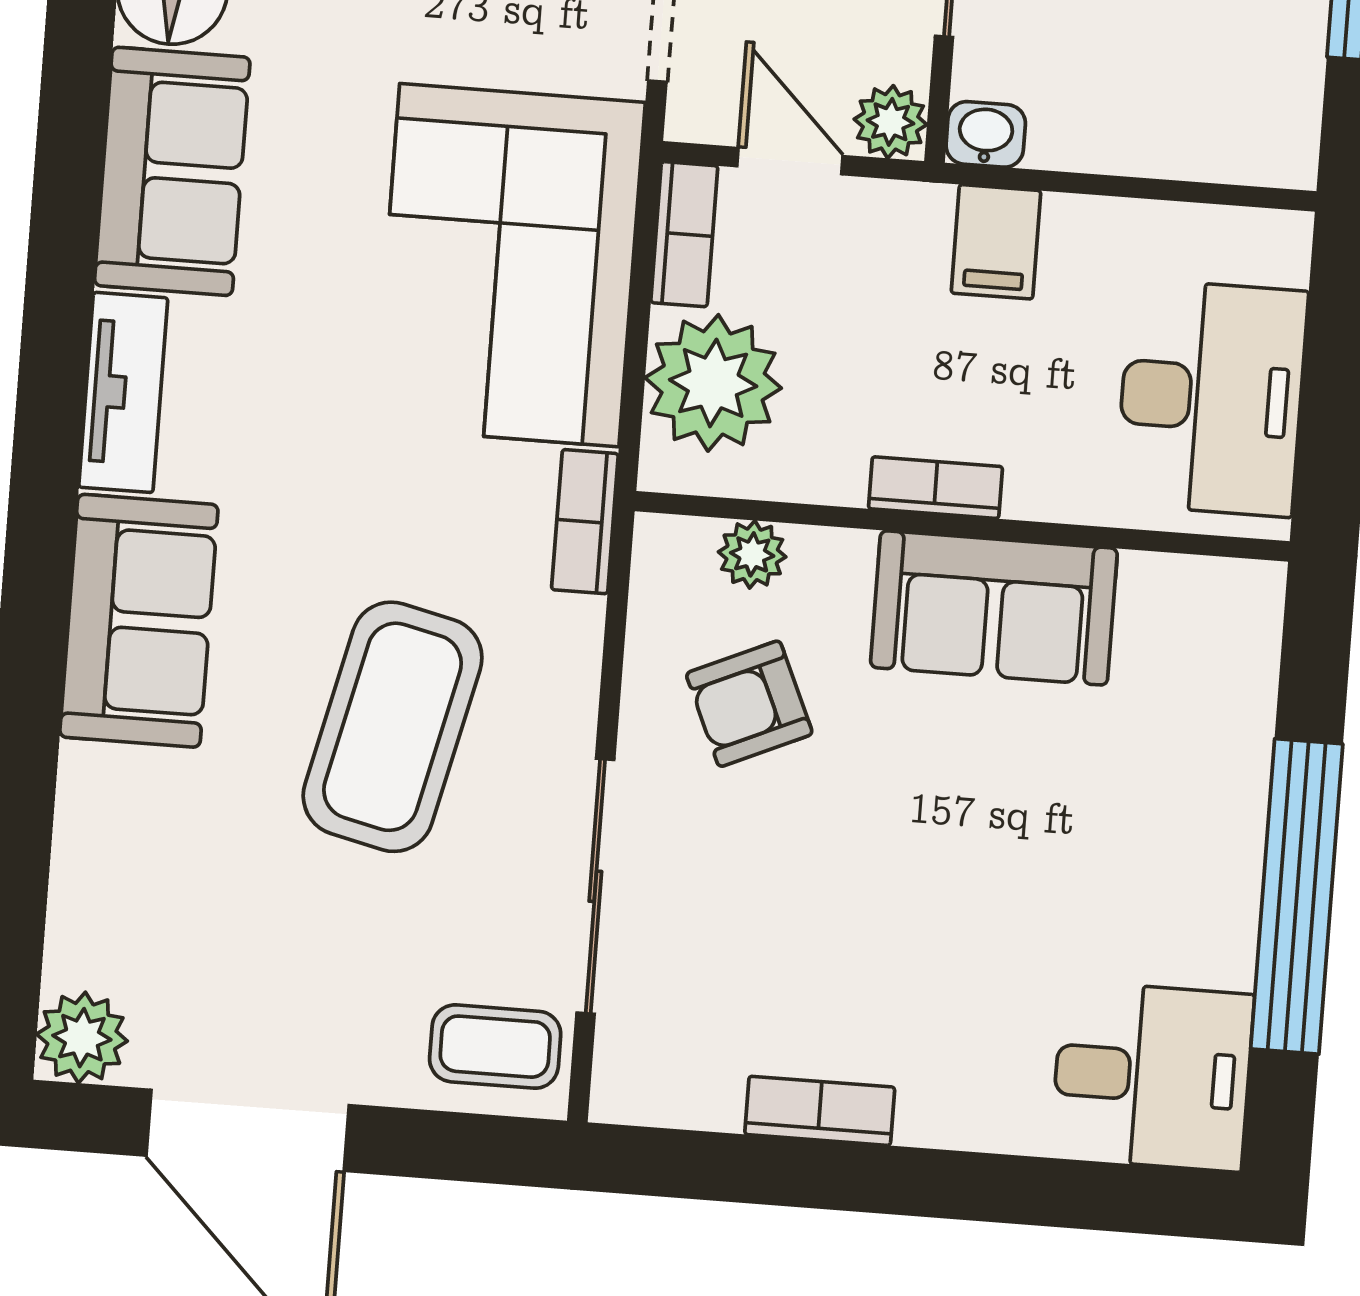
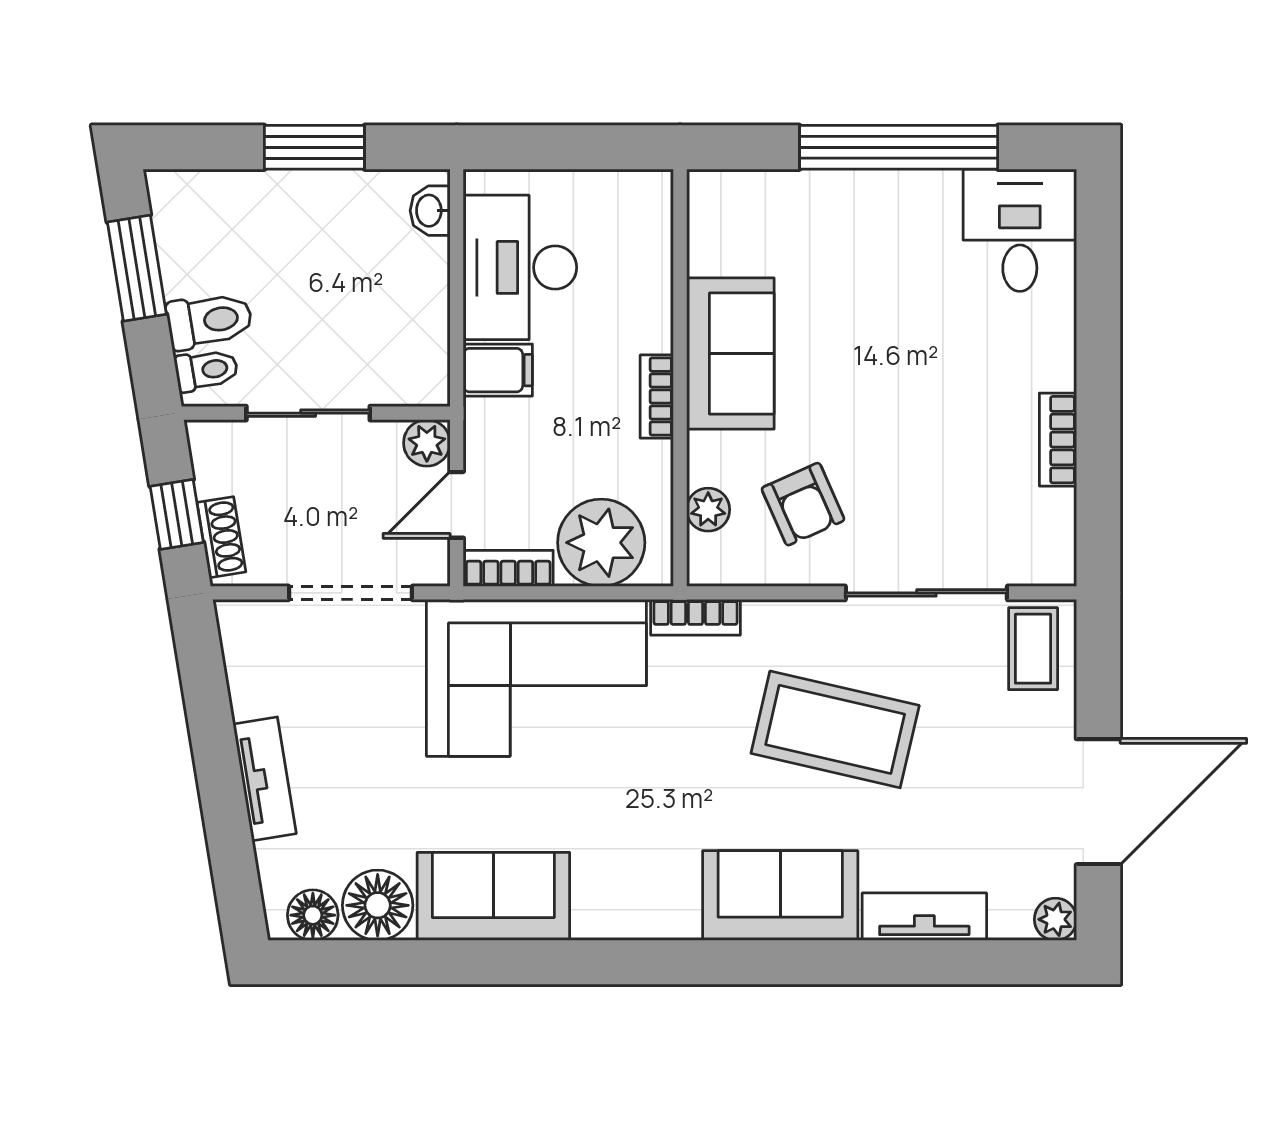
washbasin: (986, 134) -> (430, 211), moved
tv unit: (123, 392) -> (924, 917), moved
desk: (1211, 398) -> (520, 267), moved, turned -90
plant: (82, 1038) -> (1055, 919), width x0.73, depth x0.73

